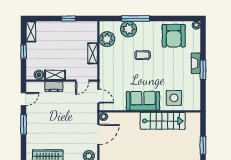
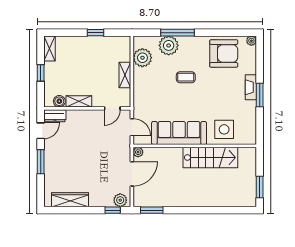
armchair: (174, 36) -> (224, 53), turned -90
dresser: (54, 87) -> (55, 116), moved
sofa: (143, 101) -> (179, 133), width x1.36

